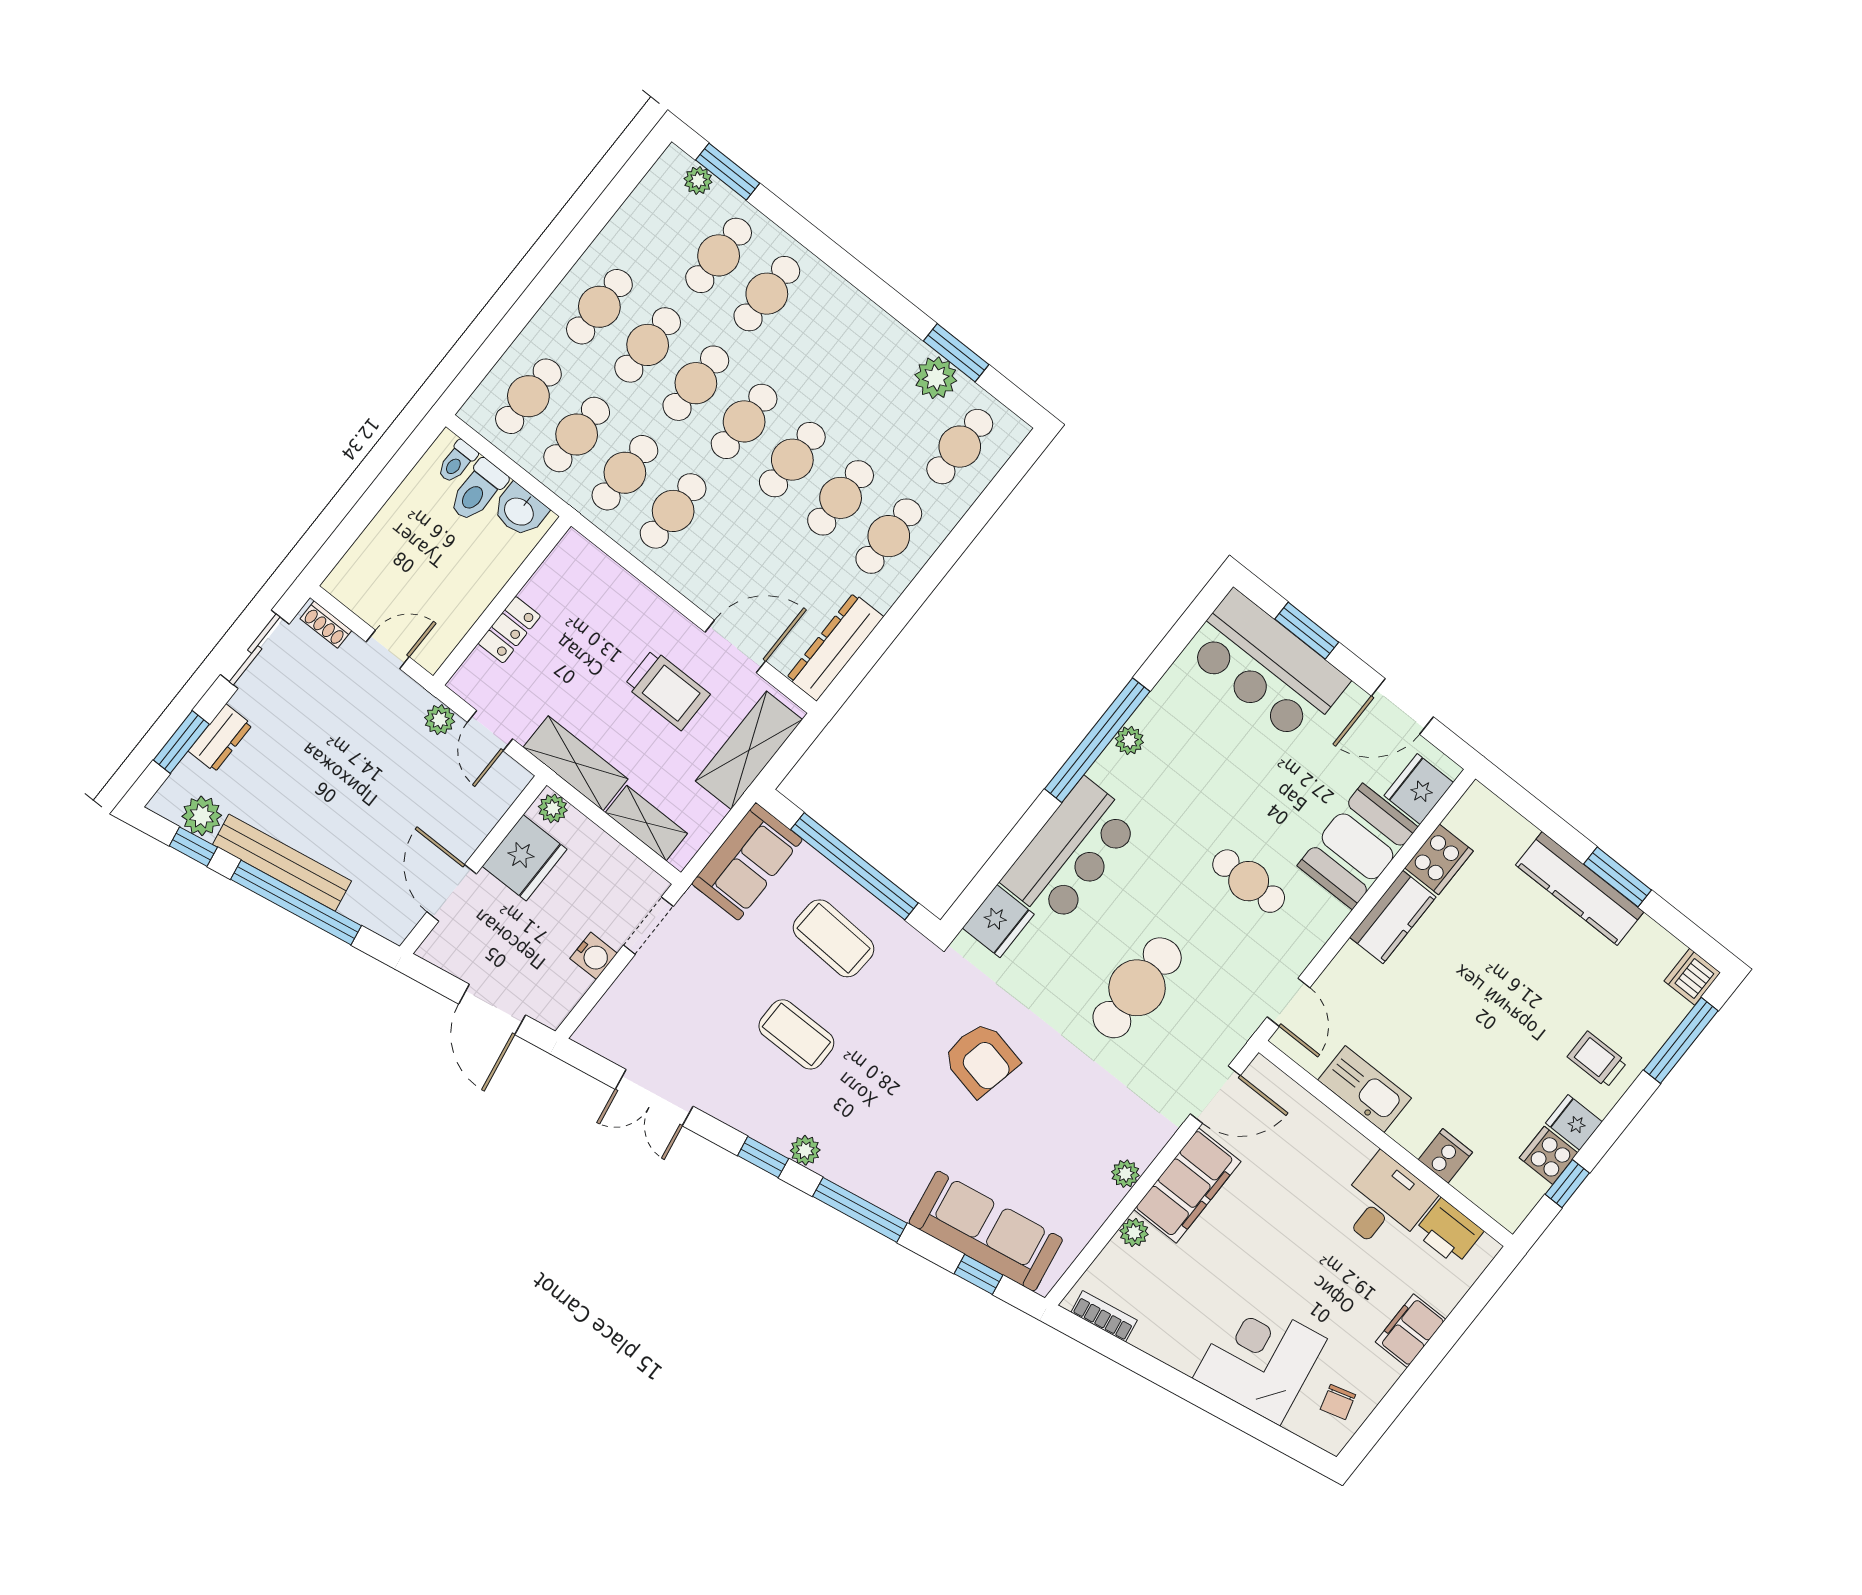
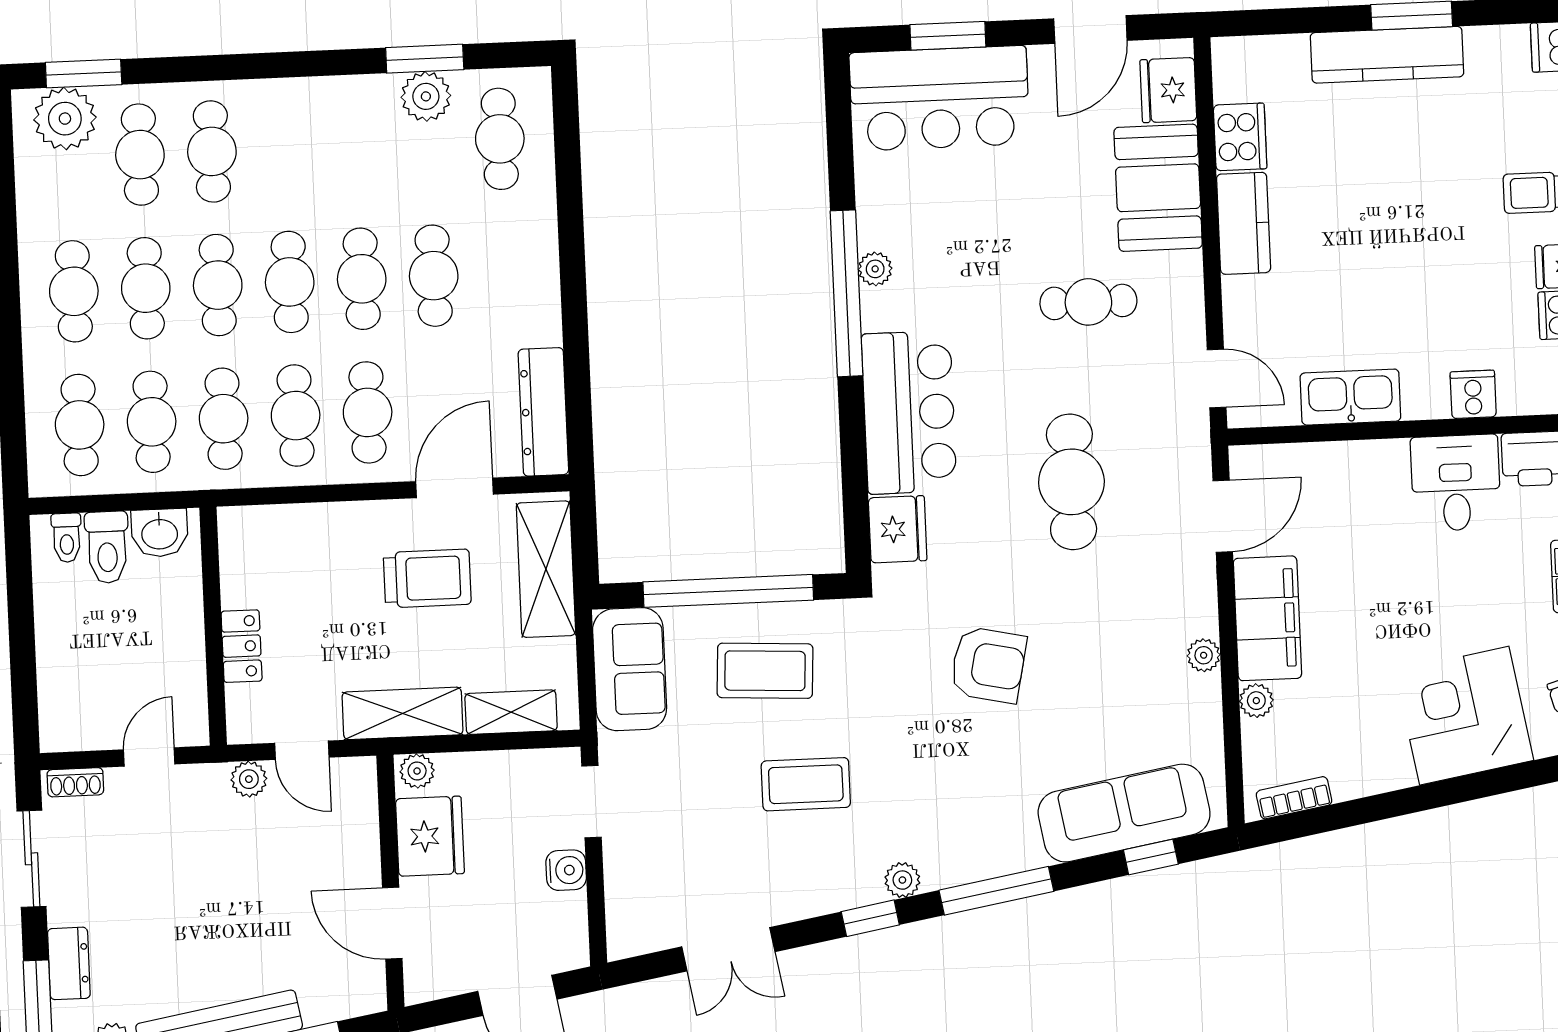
plant: (698, 180) -> (65, 119), width x1.87, depth x1.87
cafe table: (889, 536) -> (368, 412), moved

